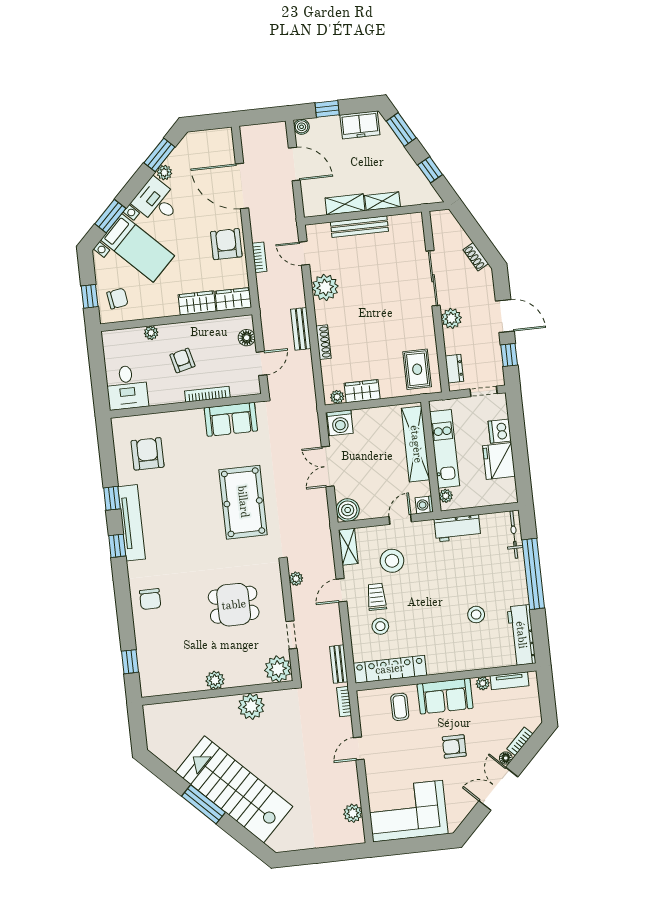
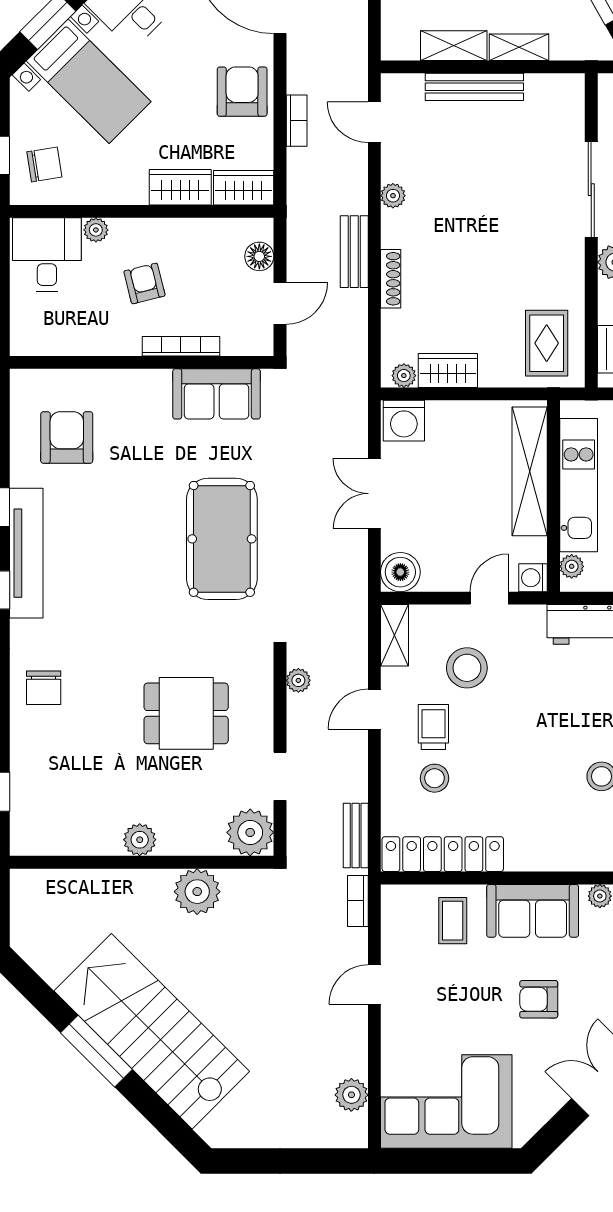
plant: (325, 287) -> (393, 196), width x0.53, depth x0.53
desk: (127, 387) -> (47, 255), moved, turned 180

